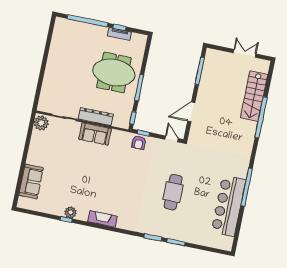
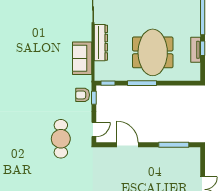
sofa: (95, 134) -> (82, 58), moved
cafe table: (173, 192) -> (61, 139), moved, turned 90

